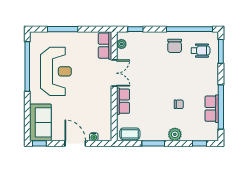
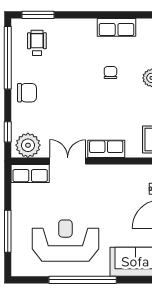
plant: (121, 44) -> (28, 145), width x1.87, depth x1.87
chair: (175, 46) -> (27, 93), moved
window: (27, 67) -> (83, 280), moved
window: (221, 107) -> (114, 15), removed

